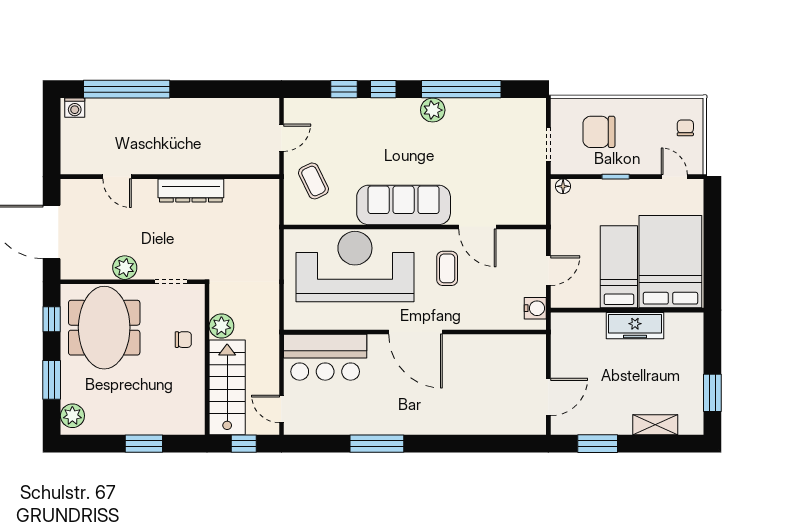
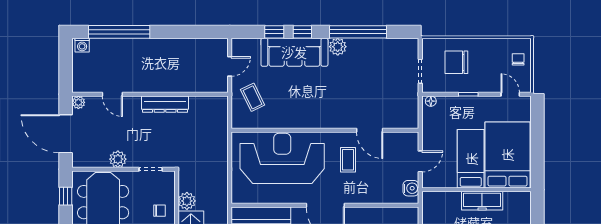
plant: (70, 188) -> (78, 102), added
sofa: (404, 205) -> (294, 52), moved, turned 180

